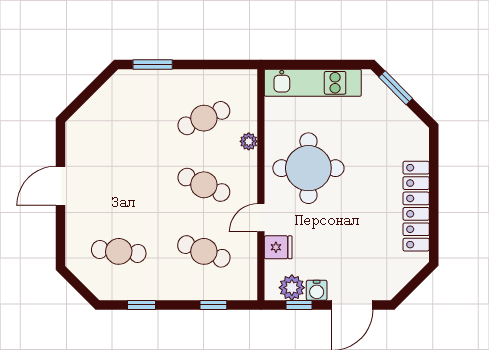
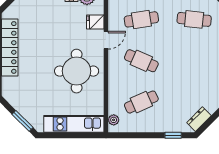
window: (153, 65) -> (173, 135), width x0.67
dresser: (111, 91) -> (199, 119), added
plant: (249, 141) -> (114, 120), moved
cafe table: (204, 251) -> (141, 19), turned -30

